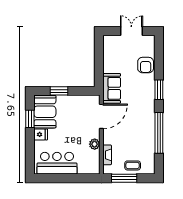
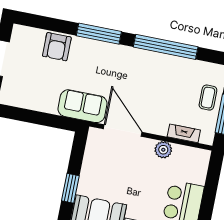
armchair: (146, 65) -> (57, 47), turned 90
window: (159, 90) -> (99, 34), width x1.44

